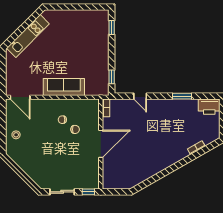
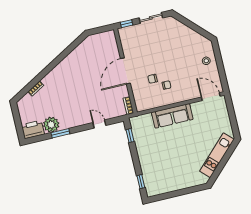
plant: (189, 107) -> (51, 125), added

